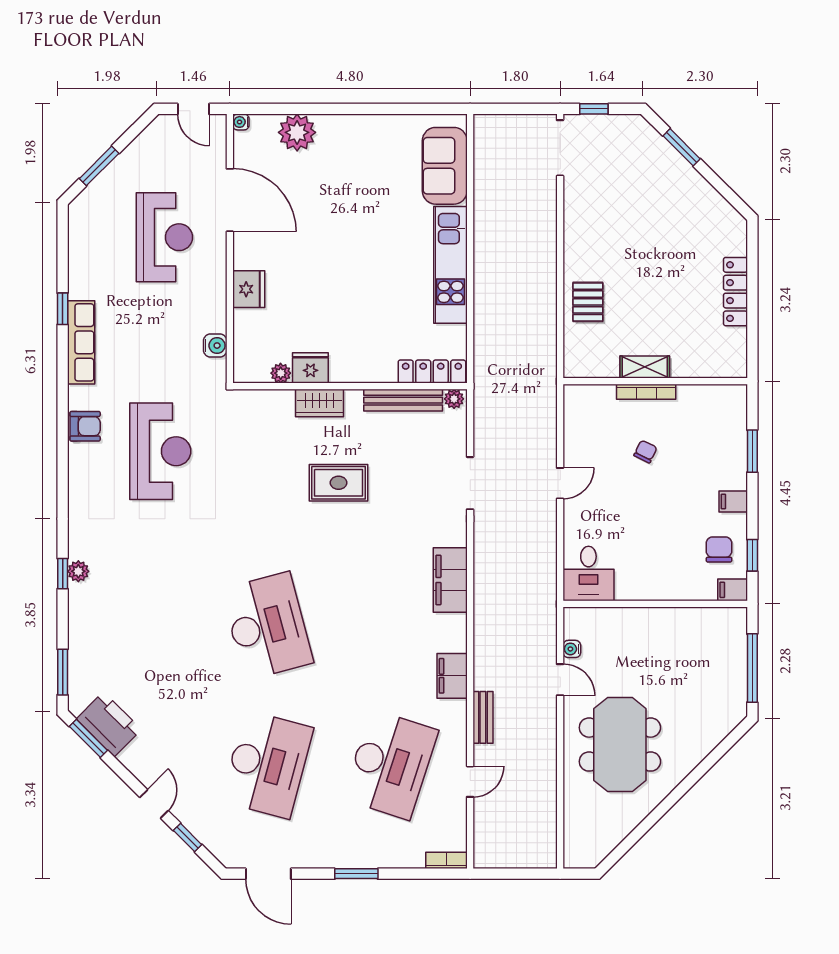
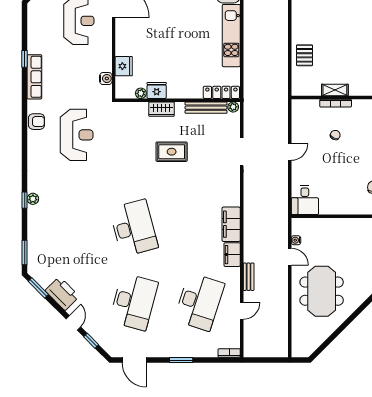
fridge: (249, 289) -> (124, 66), moved
filing cabinet: (450, 580) -> (231, 224), moved
printer: (109, 724) -> (62, 293), moved

